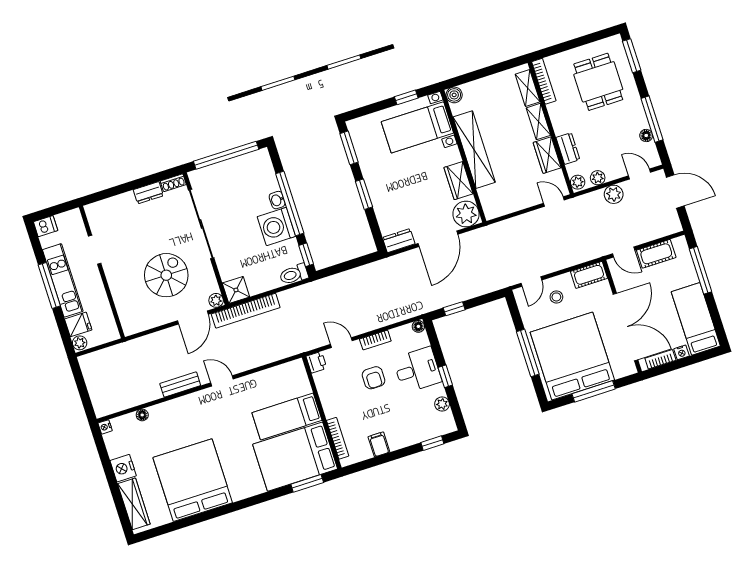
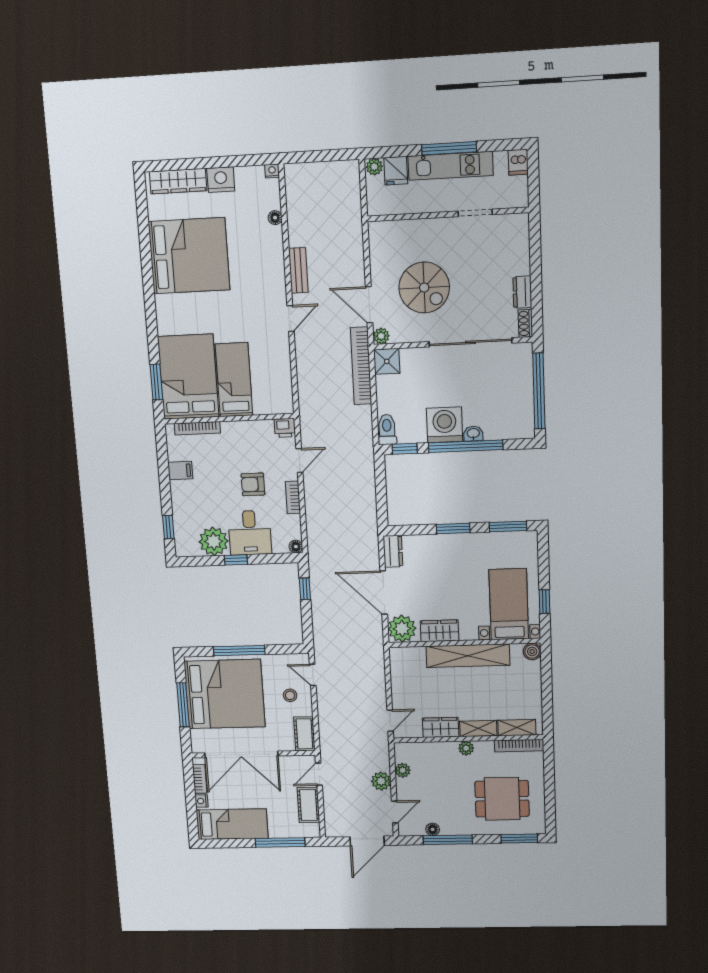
dresser: (568, 148) -> (442, 750), removed
plant: (578, 182) -> (466, 748), moved
plant: (442, 404) -> (214, 541), width x1.88, depth x1.88

